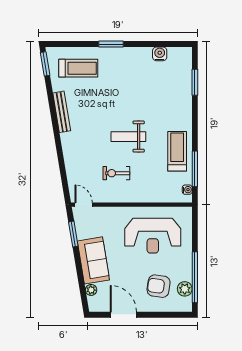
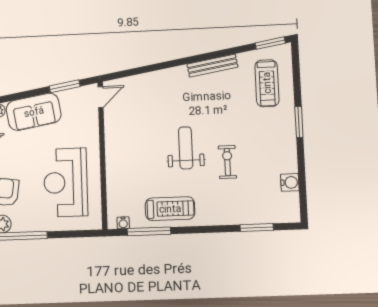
exercise bike: (116, 173) -> (227, 162), moved

